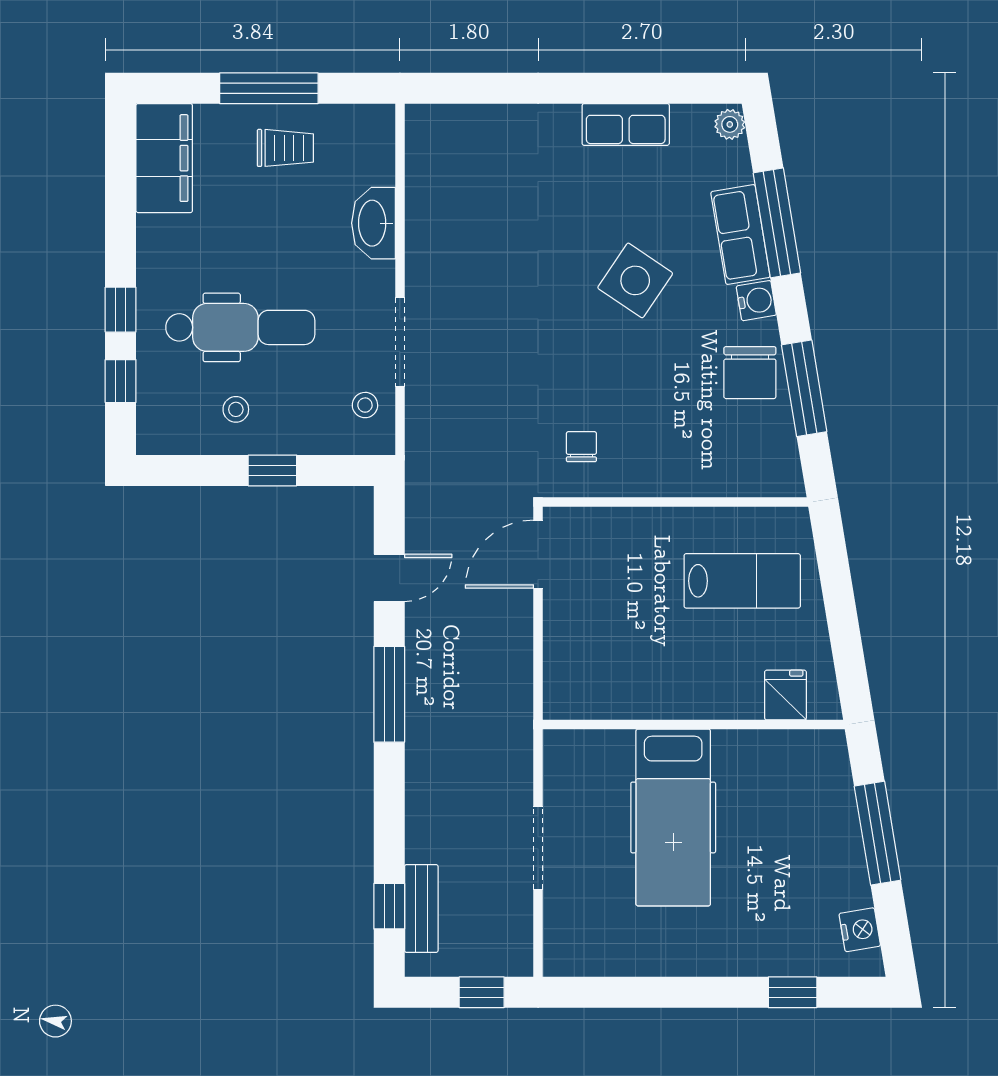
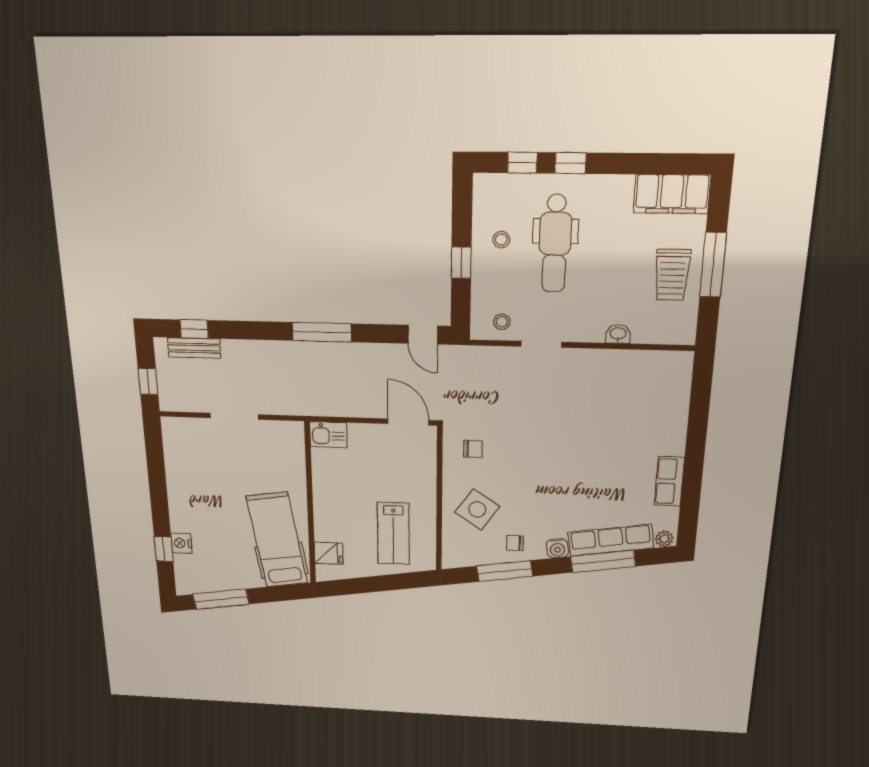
trolley: (285, 148) -> (672, 275), width x1.36, depth x1.39
washbasin: (373, 223) -> (618, 334), width x0.52, depth x0.69
row of seats: (740, 234) -> (611, 540), width x1.48
side table: (635, 280) -> (477, 509), moved
doorway: (400, 342) -> (541, 344), width x0.73
chair: (750, 373) -> (515, 543), width x0.54, depth x0.54
door: (389, 578) -> (423, 335), moved
kitchen sink: (565, 689) -> (328, 435), added
hospital bed: (673, 817) -> (277, 540), moved, turned 81
window: (878, 833) -> (221, 599), moved
nightstand: (860, 930) -> (181, 543), moved, turned 99

